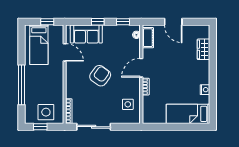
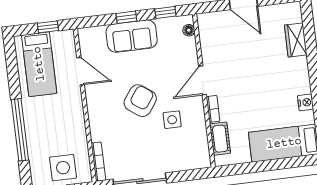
sofa: (86, 34) -> (132, 36), moved
cot: (148, 38) -> (220, 139), moved
side table: (128, 104) -> (172, 120), moved

